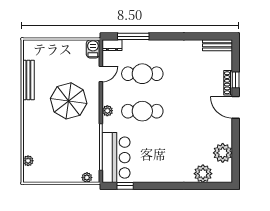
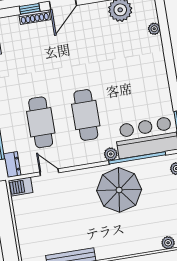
parasol: (69, 101) -> (119, 190), moved
plant: (107, 111) -> (111, 154), moved
plant: (203, 174) -> (154, 29), width x0.53, depth x0.53

